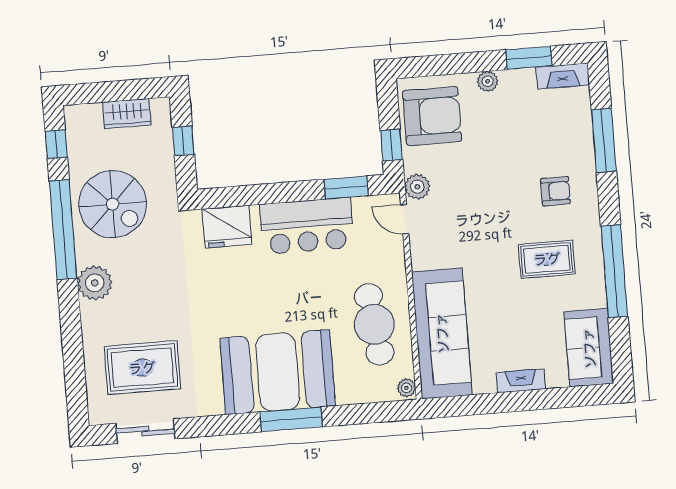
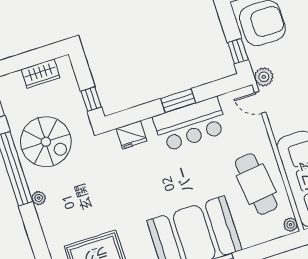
window: (183, 141) -> (91, 99), moved
window: (346, 187) -> (178, 101), moved
fridge: (227, 227) -> (131, 135), width x0.73, depth x0.75
plant: (95, 283) -> (39, 198), width x0.53, depth x0.53

